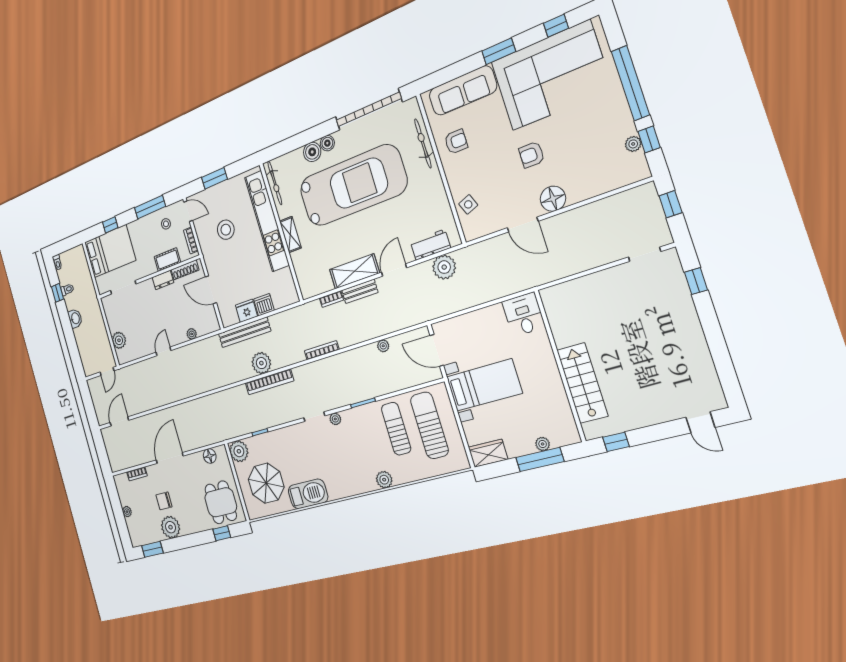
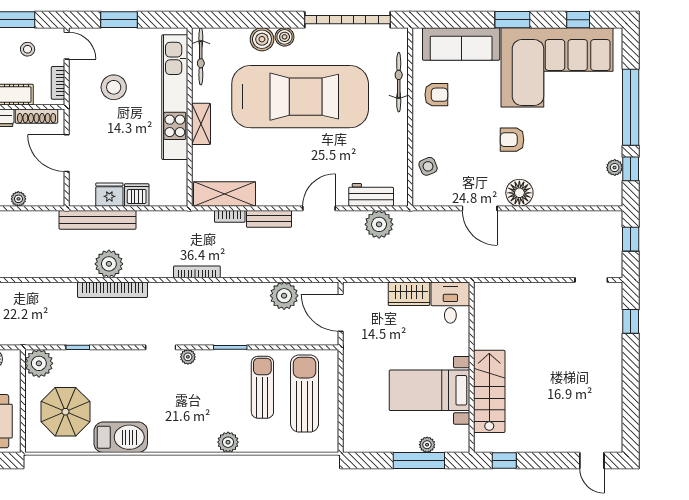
shelving: (354, 271) -> (225, 194), moved
plant: (383, 346) -> (284, 296), width x1.88, depth x1.88
bed with nightstands: (484, 385) -> (430, 390), moved, turned 180
wardrobe: (488, 453) -> (409, 294), moved, turned 180

